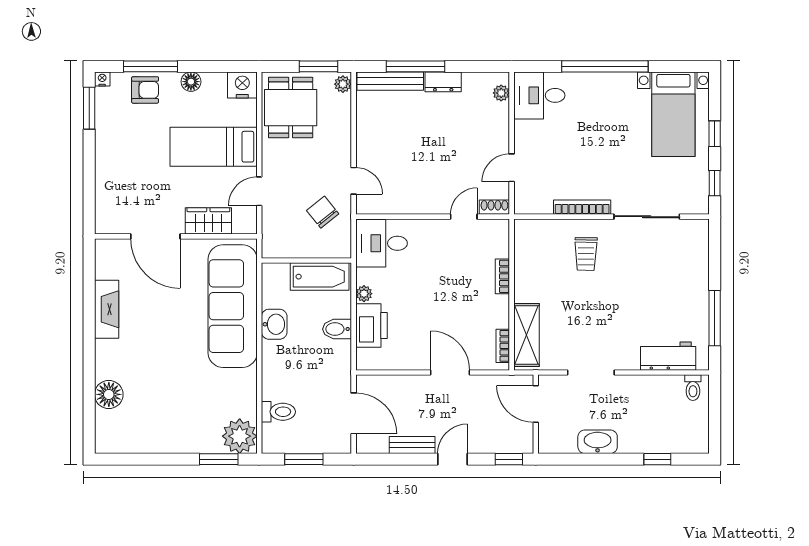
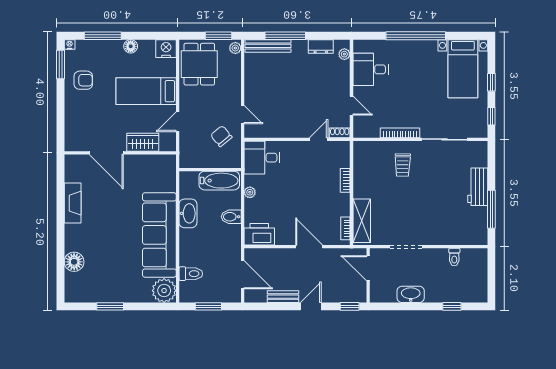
dresser: (443, 82) -> (321, 46), moved
armchair: (145, 90) -> (83, 80), moved
desk: (539, 95) -> (371, 69), moved
door: (512, 168) -> (351, 106), swing flipped
sofa: (233, 306) -> (159, 235), moved
washbasin: (274, 324) -> (188, 213), width x1.38
printer: (371, 325) -> (259, 234), moved, turned -90
workbench: (668, 356) -> (478, 187), moved, turned -90
toilet: (693, 388) -> (454, 257), moved
window: (219, 459) -> (110, 306), moved

